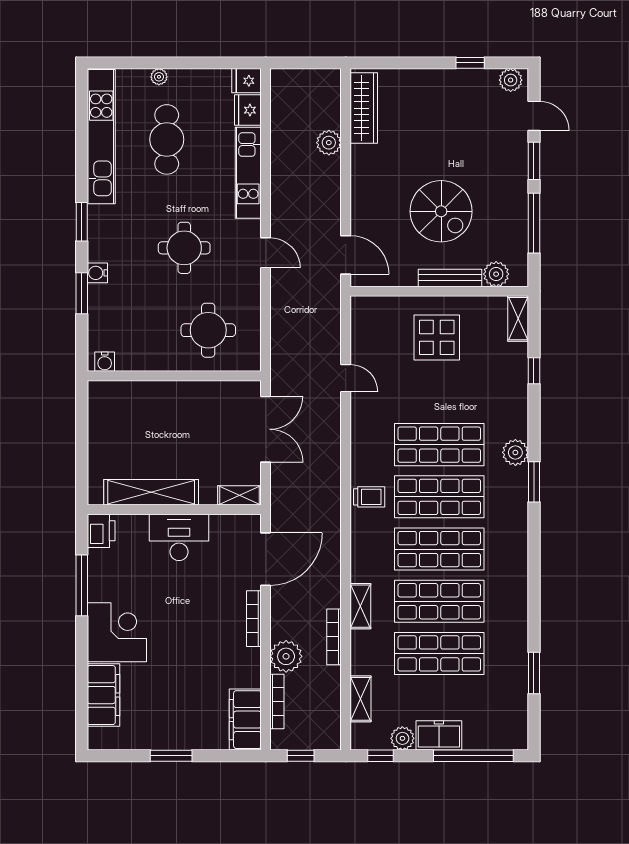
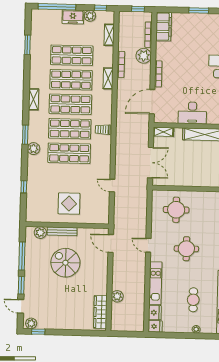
window: (470, 63) -> (38, 332), moved
cafe table: (167, 139) -> (193, 300), width x0.73, depth x0.74
shelving: (518, 319) -> (34, 99), moved
double door: (266, 429) -> (150, 163), swing flipped

